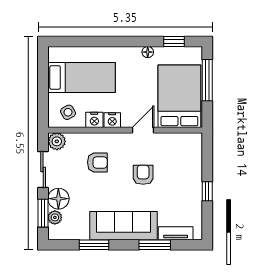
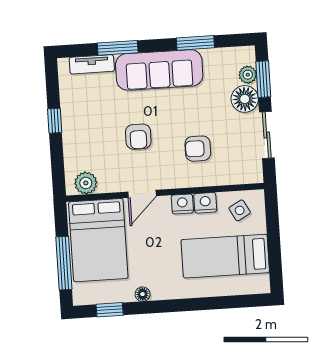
plant: (57, 141) -> (86, 183), moved

